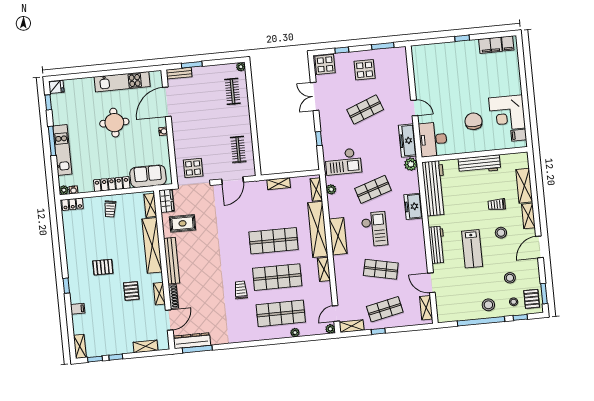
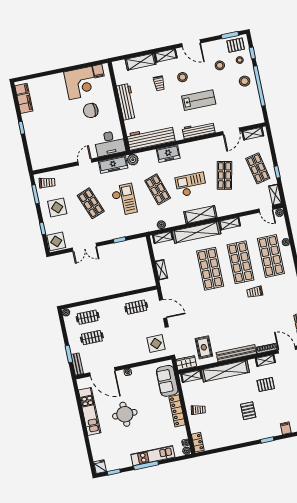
trolley: (395, 61) -> (47, 183), added
clothes rail: (208, 94) -> (92, 338), added
checkout: (343, 162) -> (124, 200), moved

